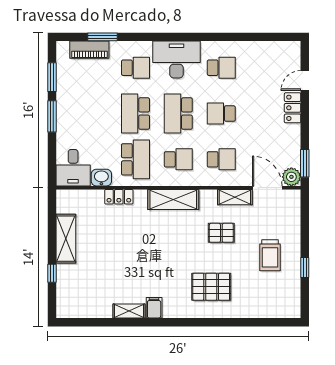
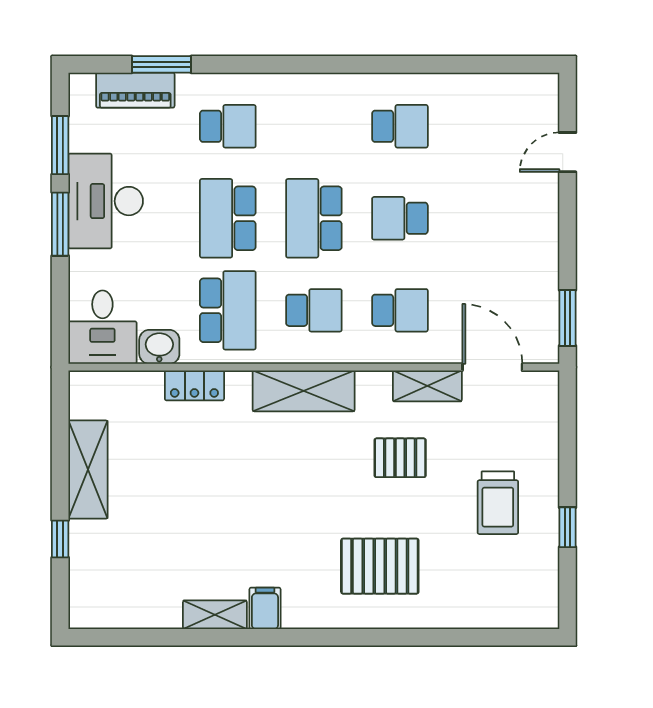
desk: (177, 60) -> (106, 201), moved, turned -90
locker: (293, 108) -> (543, 207), removed
plant: (291, 177) -> (541, 345), removed

